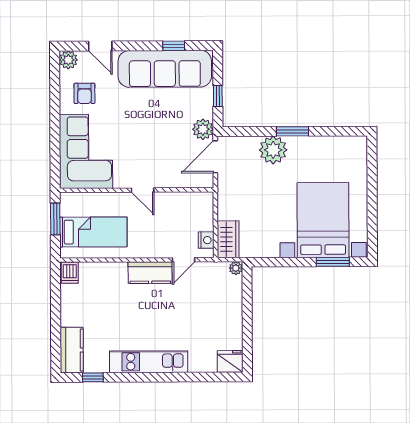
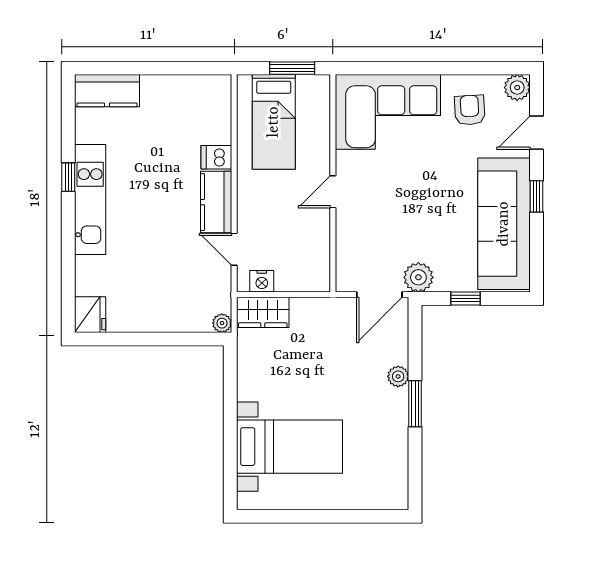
window: (174, 46) -> (537, 196), moved
armchair: (84, 93) -> (470, 110), turned 87
plant: (273, 150) -> (398, 376), width x0.53, depth x0.53
door: (215, 157) -> (379, 295), swing flipped
bed with nightstands: (323, 220) -> (290, 447), width x0.73
window: (333, 262) -> (230, 460), removed
dishwasher: (70, 273) -> (216, 157), moved
window: (93, 377) -> (68, 177), moved

